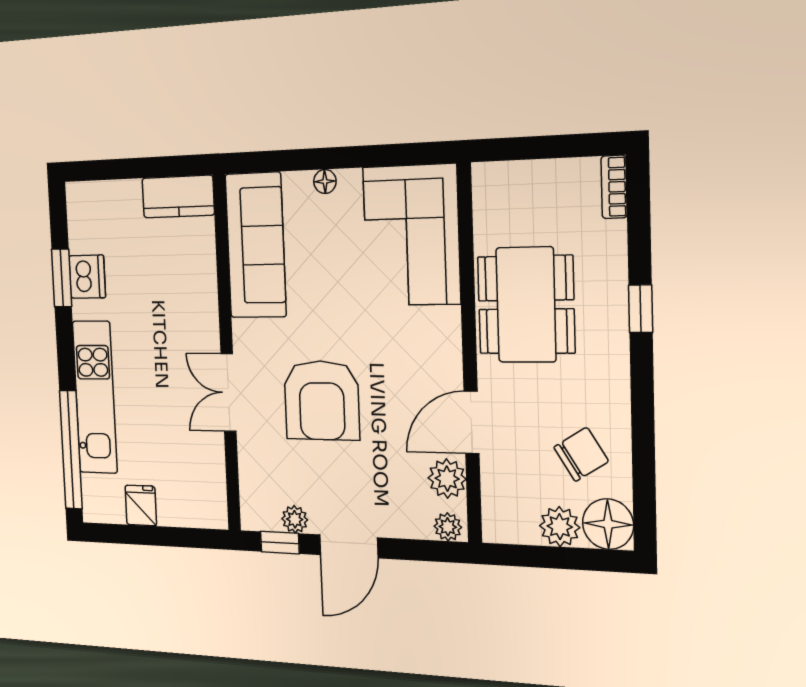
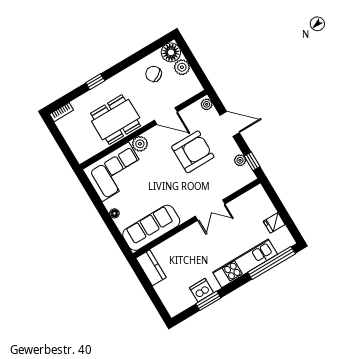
armchair: (322, 400) -> (193, 152), moved
plant: (447, 479) -> (140, 144), moved
door: (349, 546) -> (230, 124), moved

